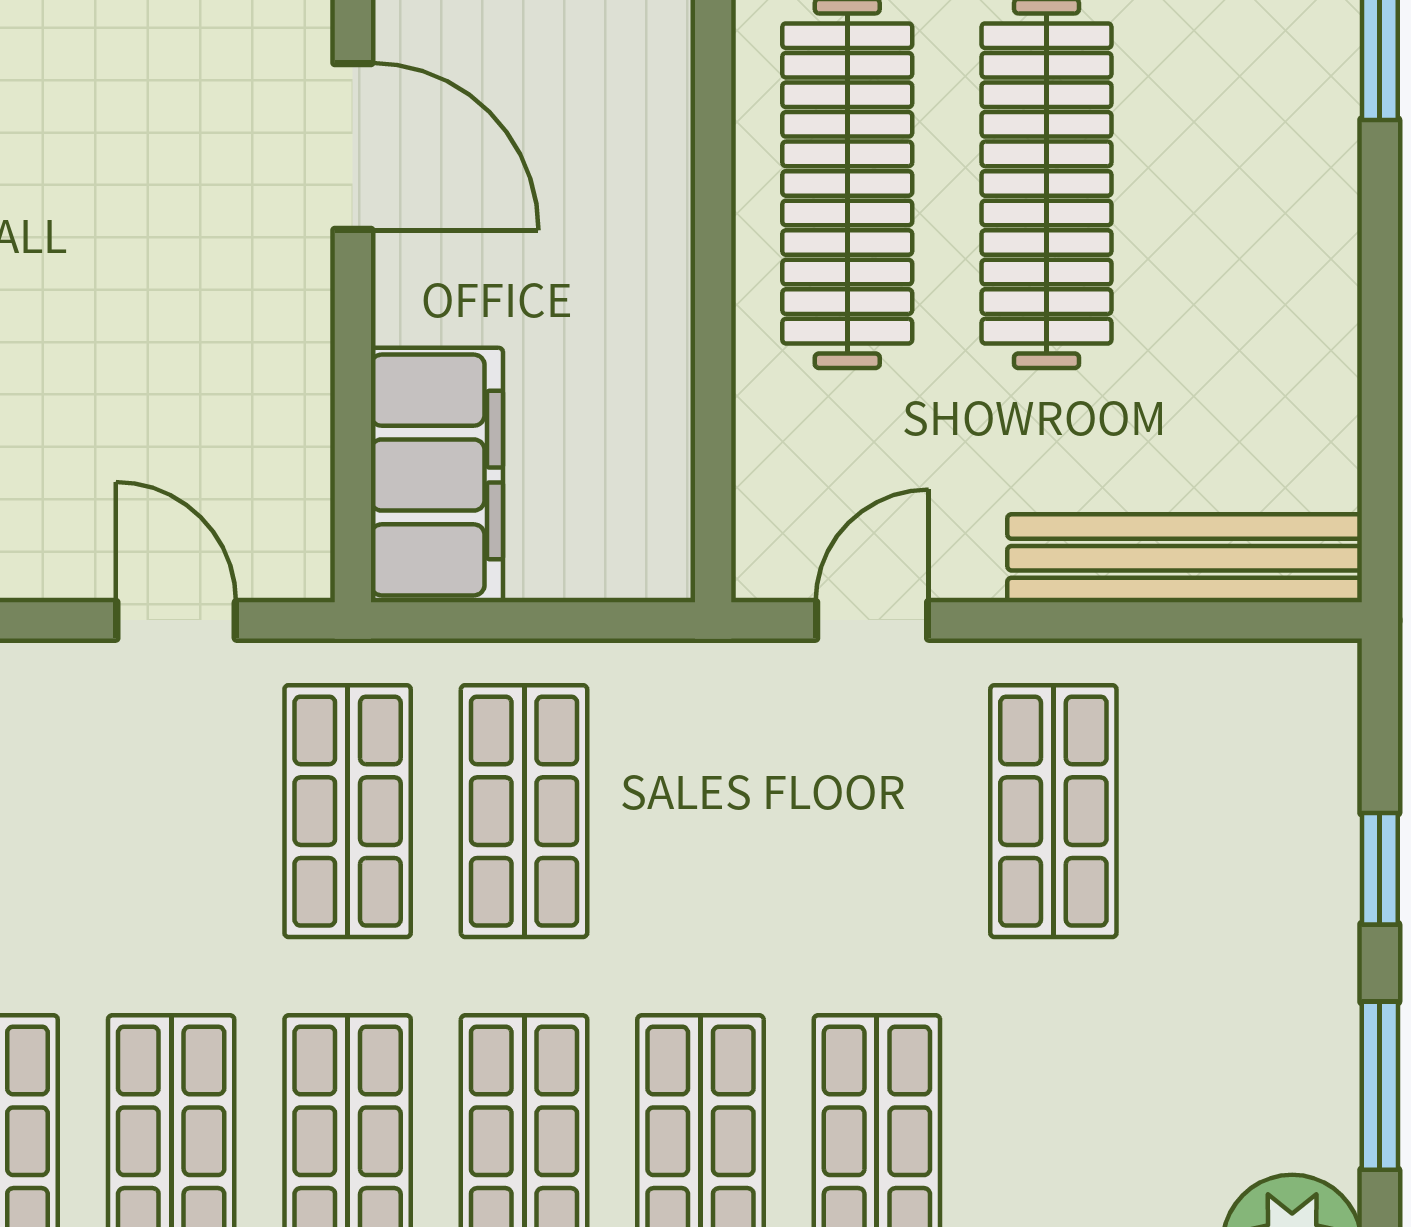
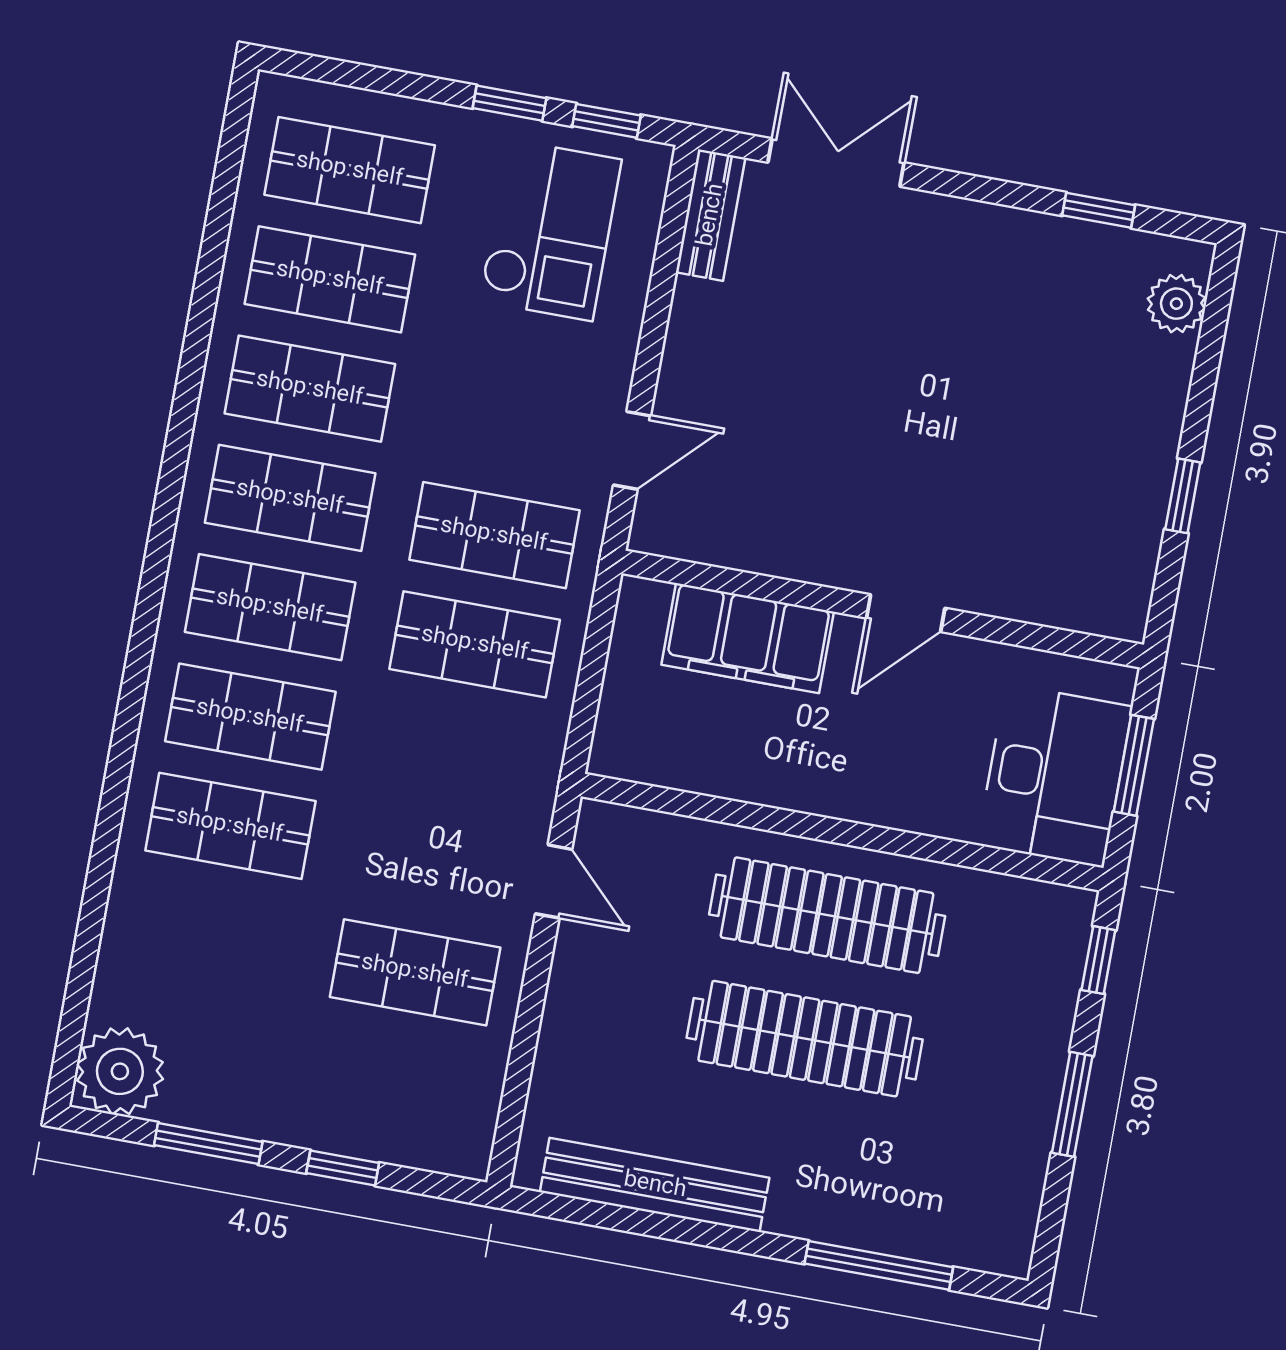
door: (353, 146) -> (906, 613), width x0.73
filing cabinet: (437, 475) -> (748, 638), moved
bench: (1185, 558) -> (655, 1185), moved, turned 90

